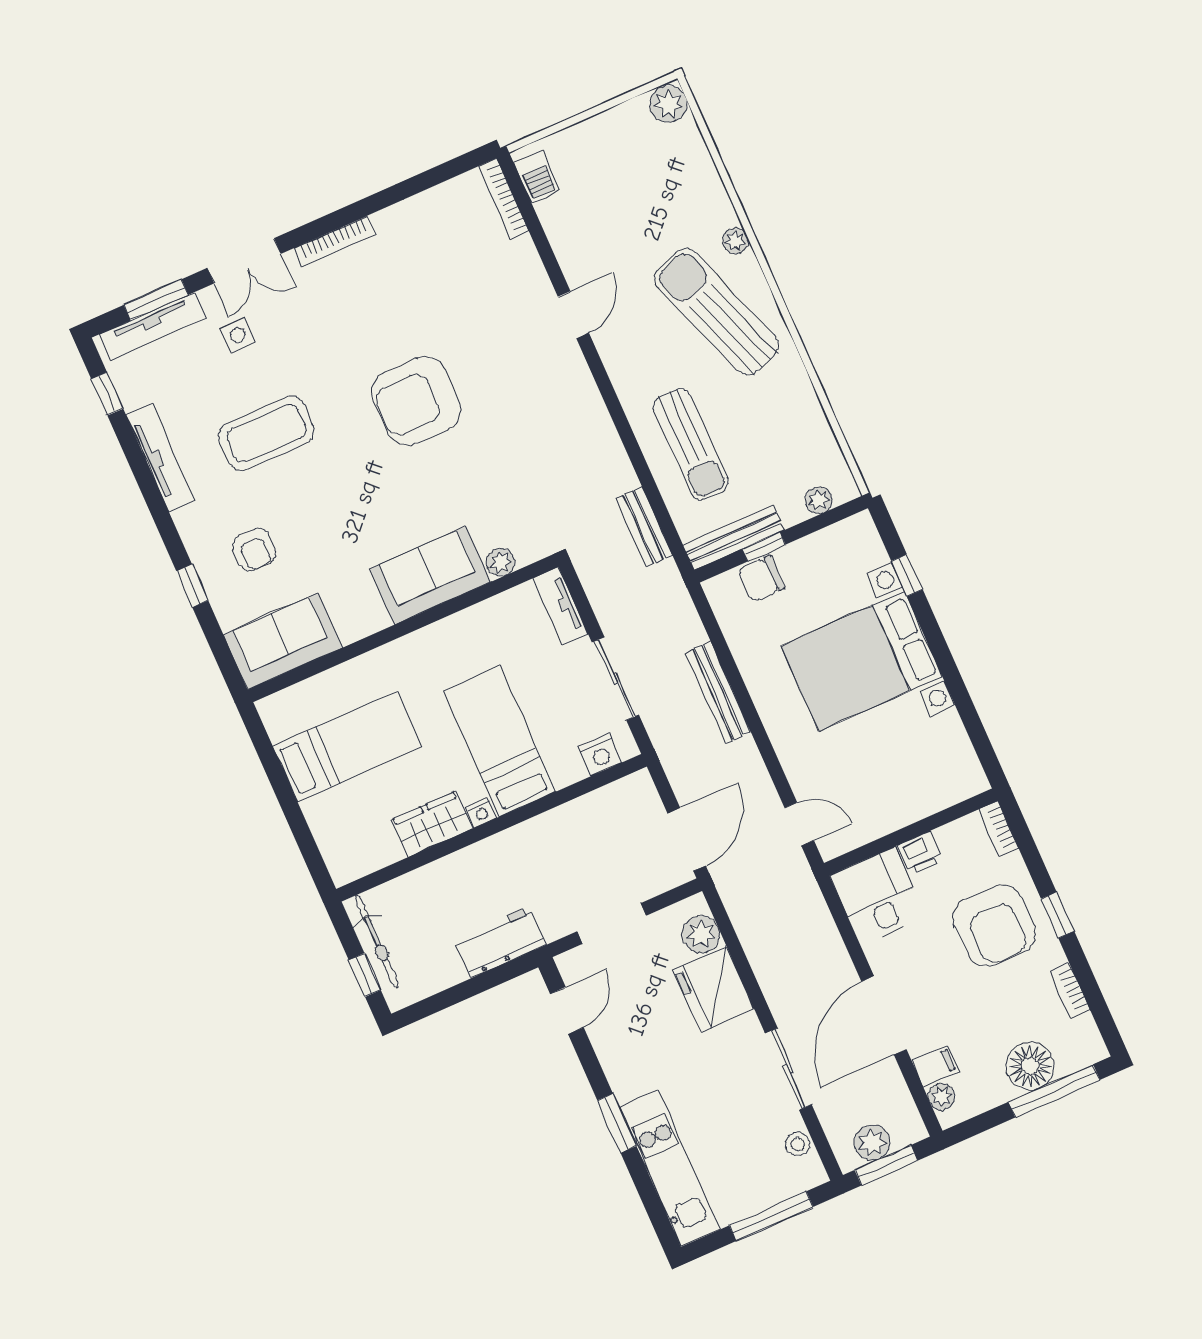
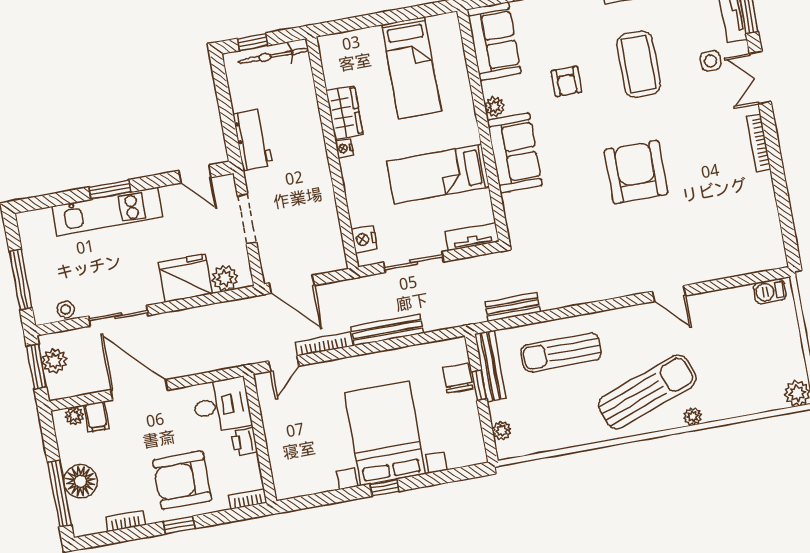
bookcase: (503, 199) -> (324, 344), moved
armchair: (254, 550) -> (567, 81), moved, turned -90
plant: (501, 562) -> (494, 107), moved
window: (907, 575) -> (384, 488), moved
bed: (500, 742) -> (438, 174), moved, turned 180
kitchen unit: (670, 1168) -> (107, 211), moved

